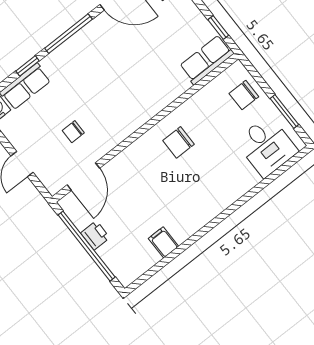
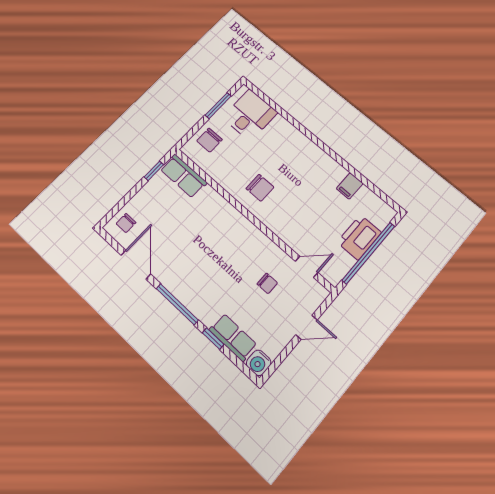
chair: (244, 95) -> (209, 140), turned 90
door: (83, 177) -> (307, 267), width x0.73
printer: (95, 235) -> (359, 237), width x1.87, depth x1.48

